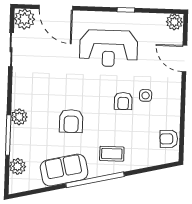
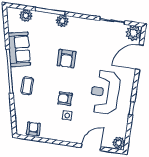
armchair: (71, 121) -> (67, 59), moved, turned -90

